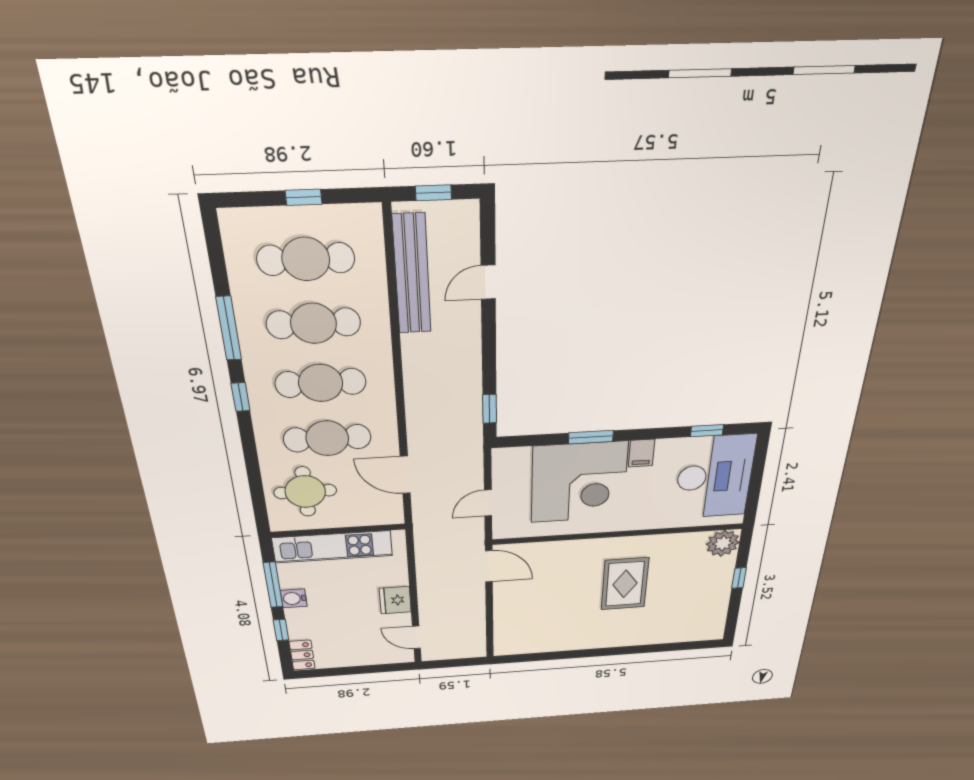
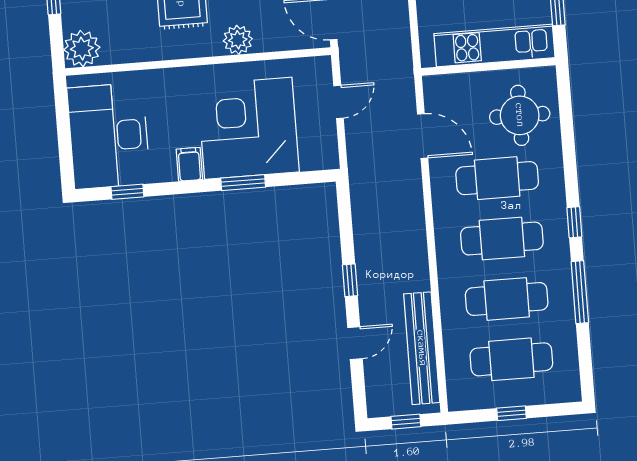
window: (490, 409) -> (350, 280), moved
plant: (579, 550) -> (238, 40), added

